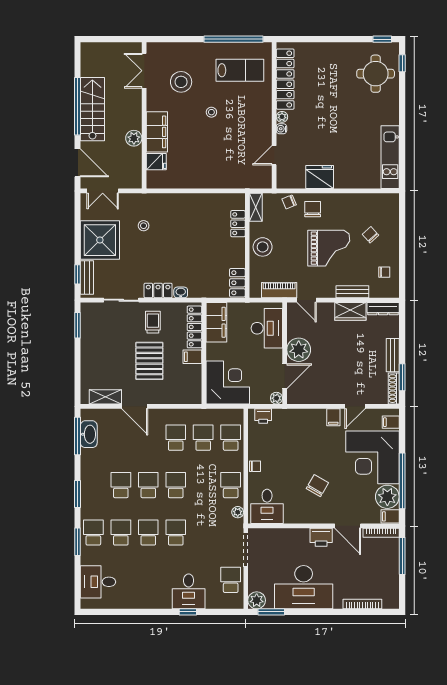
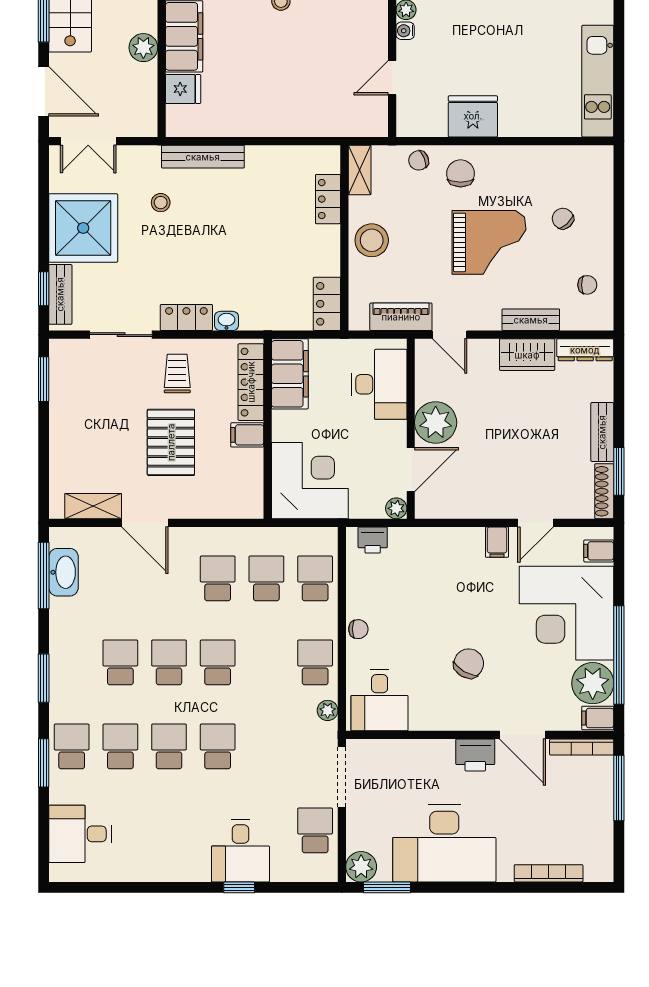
bench: (167, 200) -> (203, 157), added

